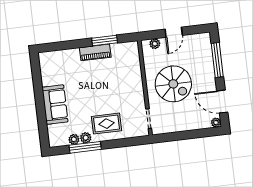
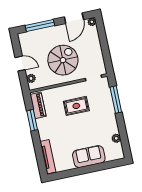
piano: (95, 52) -> (38, 105), moved
tv unit: (59, 55) -> (48, 157), added
rug: (107, 124) -> (76, 106), moved, turned 90
plant: (86, 138) -> (114, 129), removed
window: (85, 147) -> (116, 100), moved

